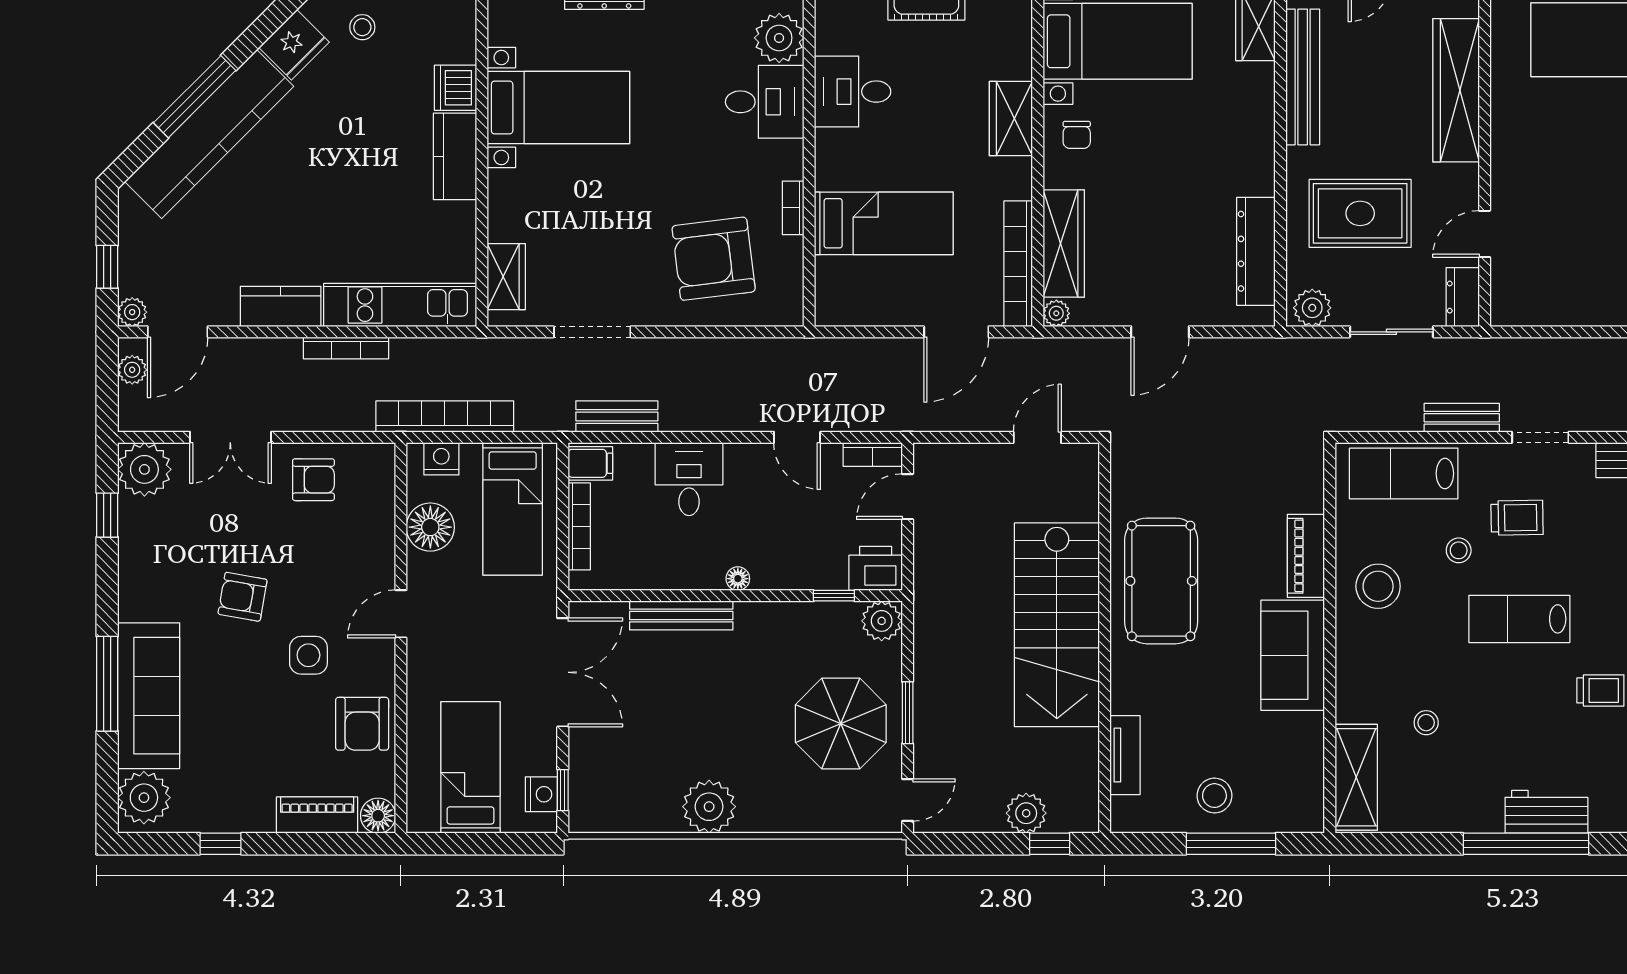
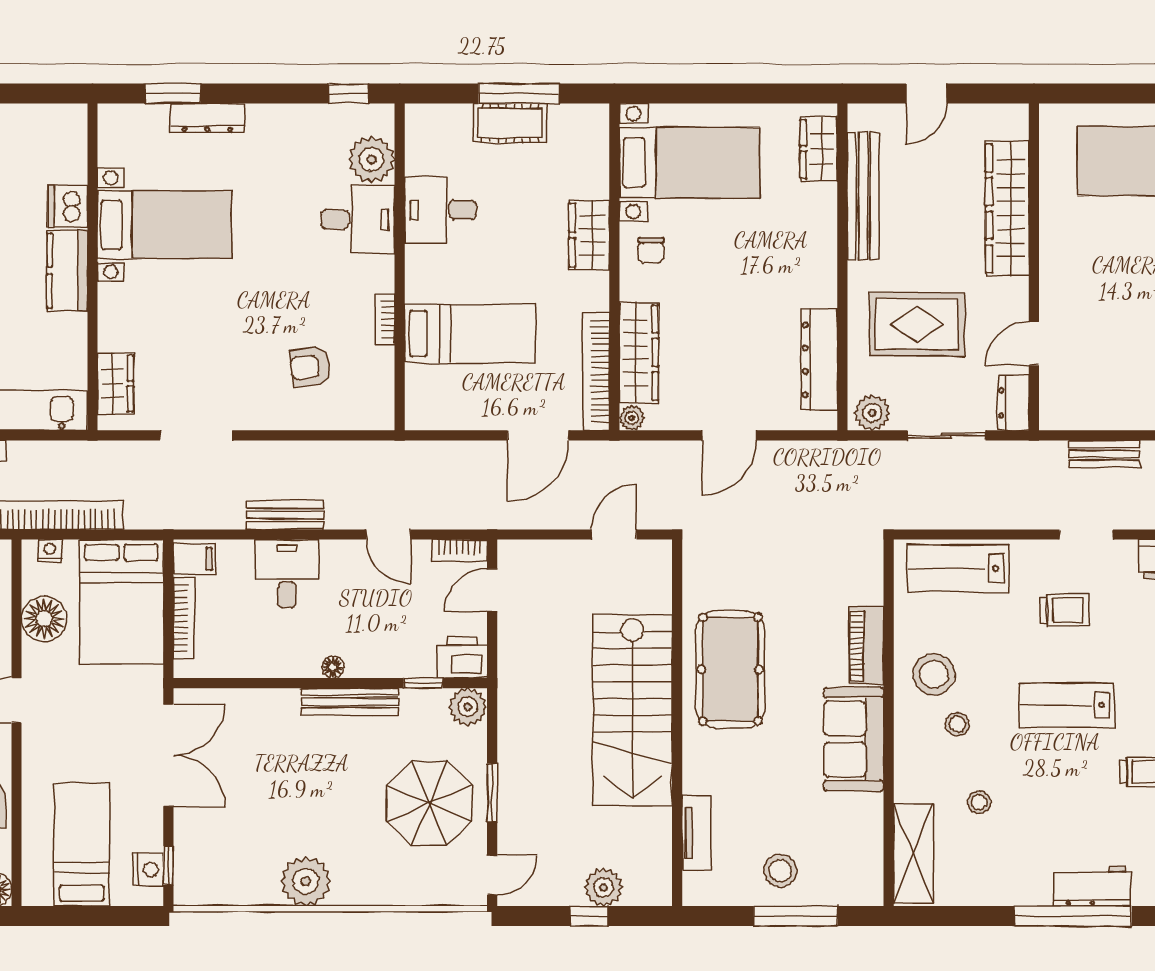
armchair: (714, 259) -> (310, 367), width x0.53, depth x0.53
bench: (617, 416) -> (285, 515), moved
bench: (1462, 418) -> (1104, 454), moved
nightstand: (441, 459) -> (50, 551), width x0.72, depth x0.74
bed: (513, 509) -> (121, 602), width x1.50
stool: (1459, 550) -> (957, 724), moved
bench: (681, 615) -> (350, 702), moved
window: (1050, 844) -> (589, 916), moved

